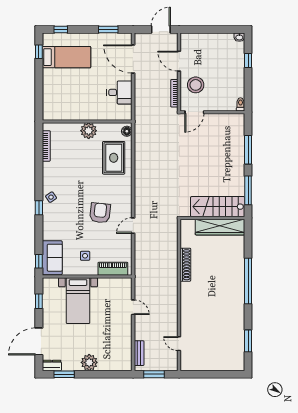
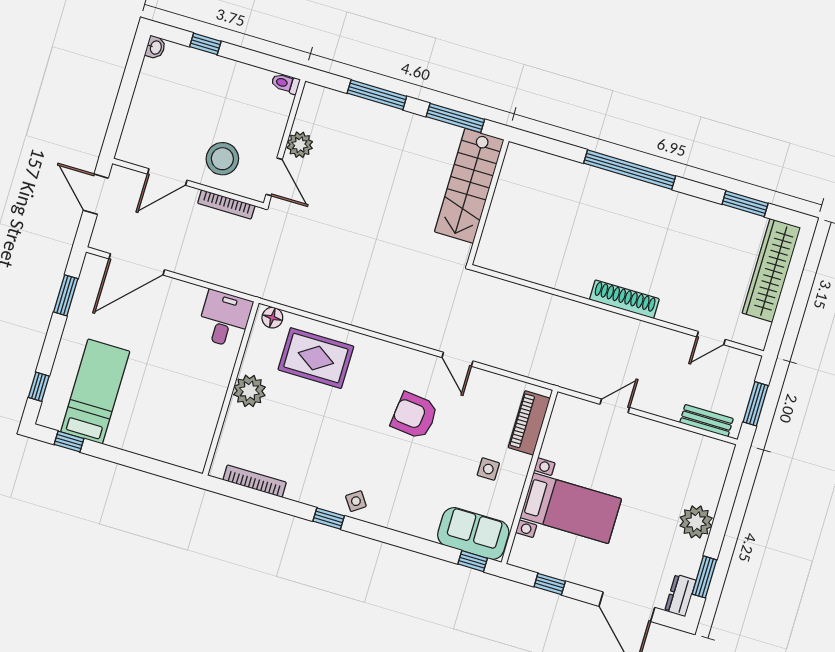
desk: (119, 92) -> (225, 319), moved
plant: (213, 120) -> (300, 145), added
window: (39, 208) -> (329, 518), moved
wardrobe: (220, 227) -> (771, 270), moved, turned 180
shoe rack: (185, 265) -> (624, 299), moved

